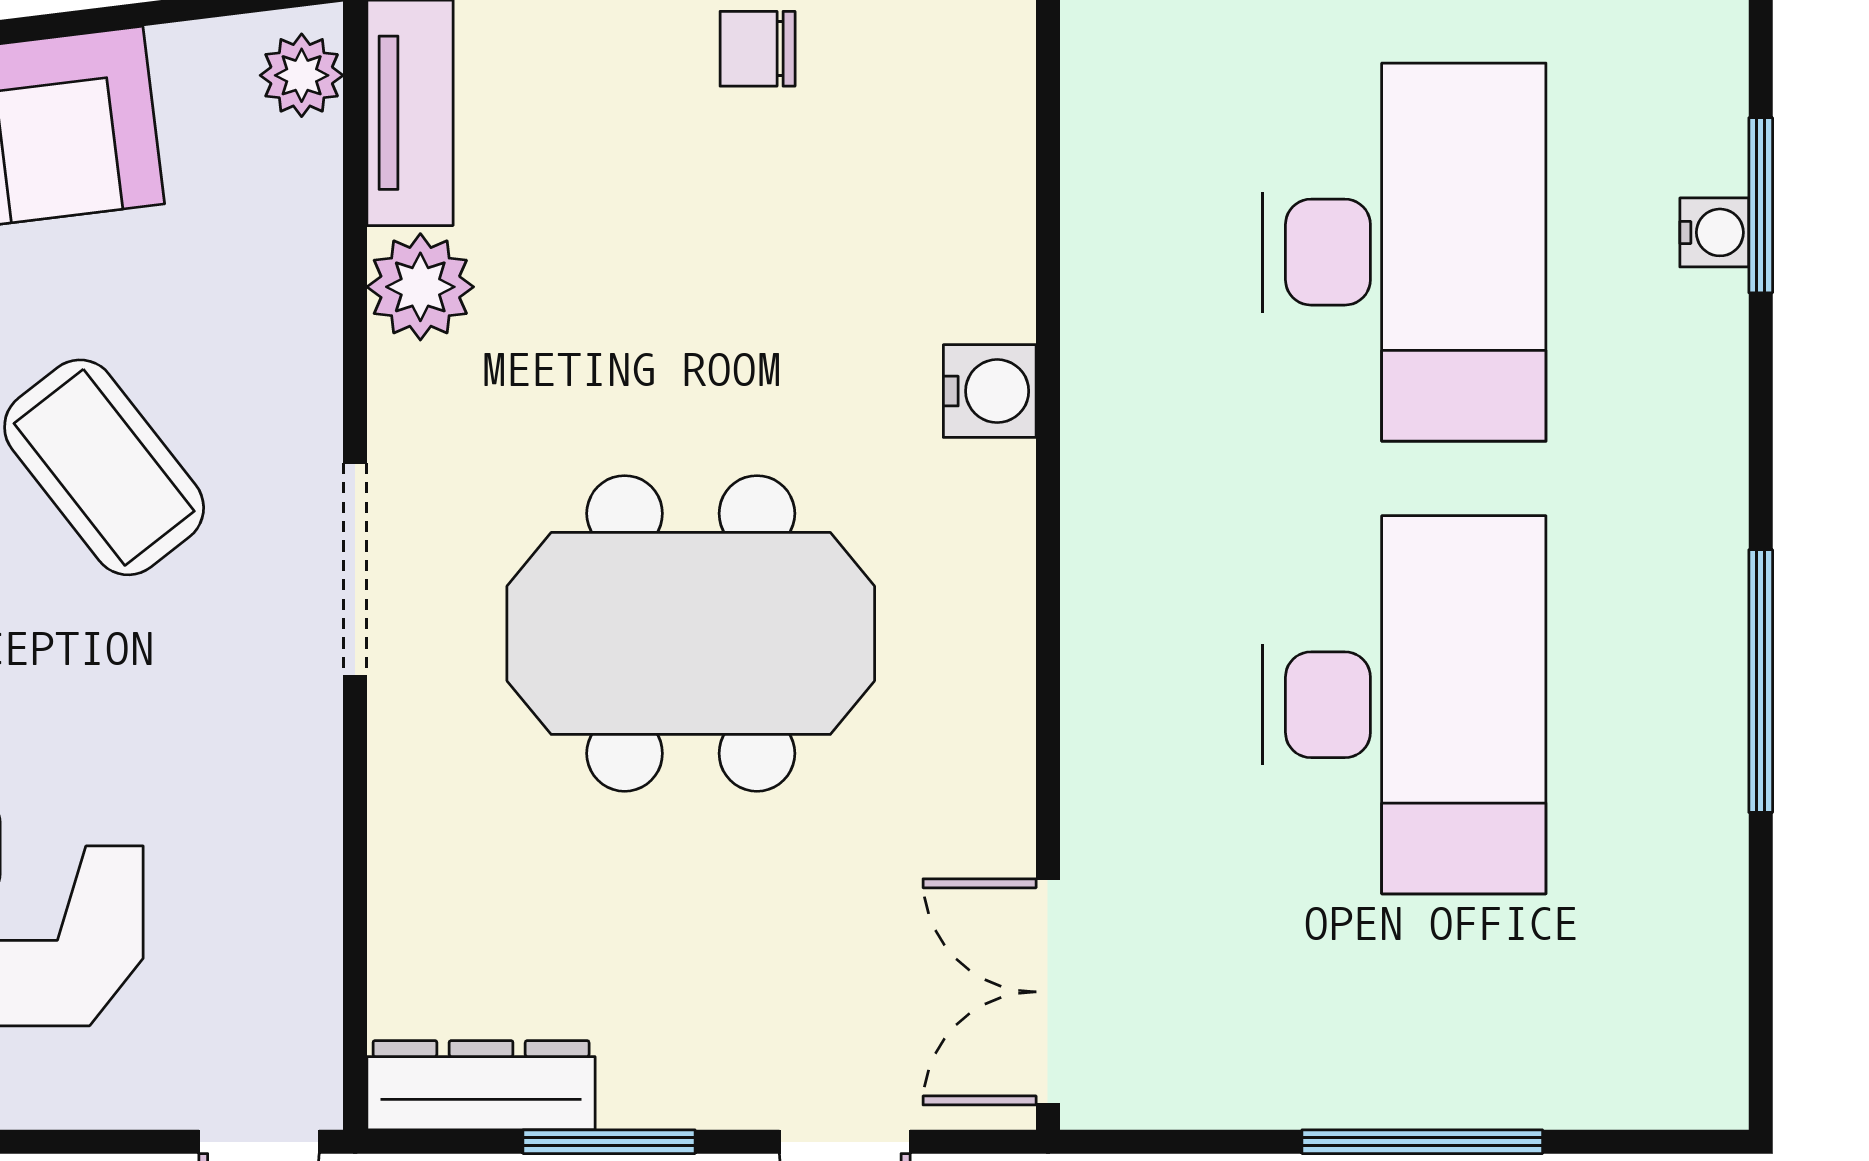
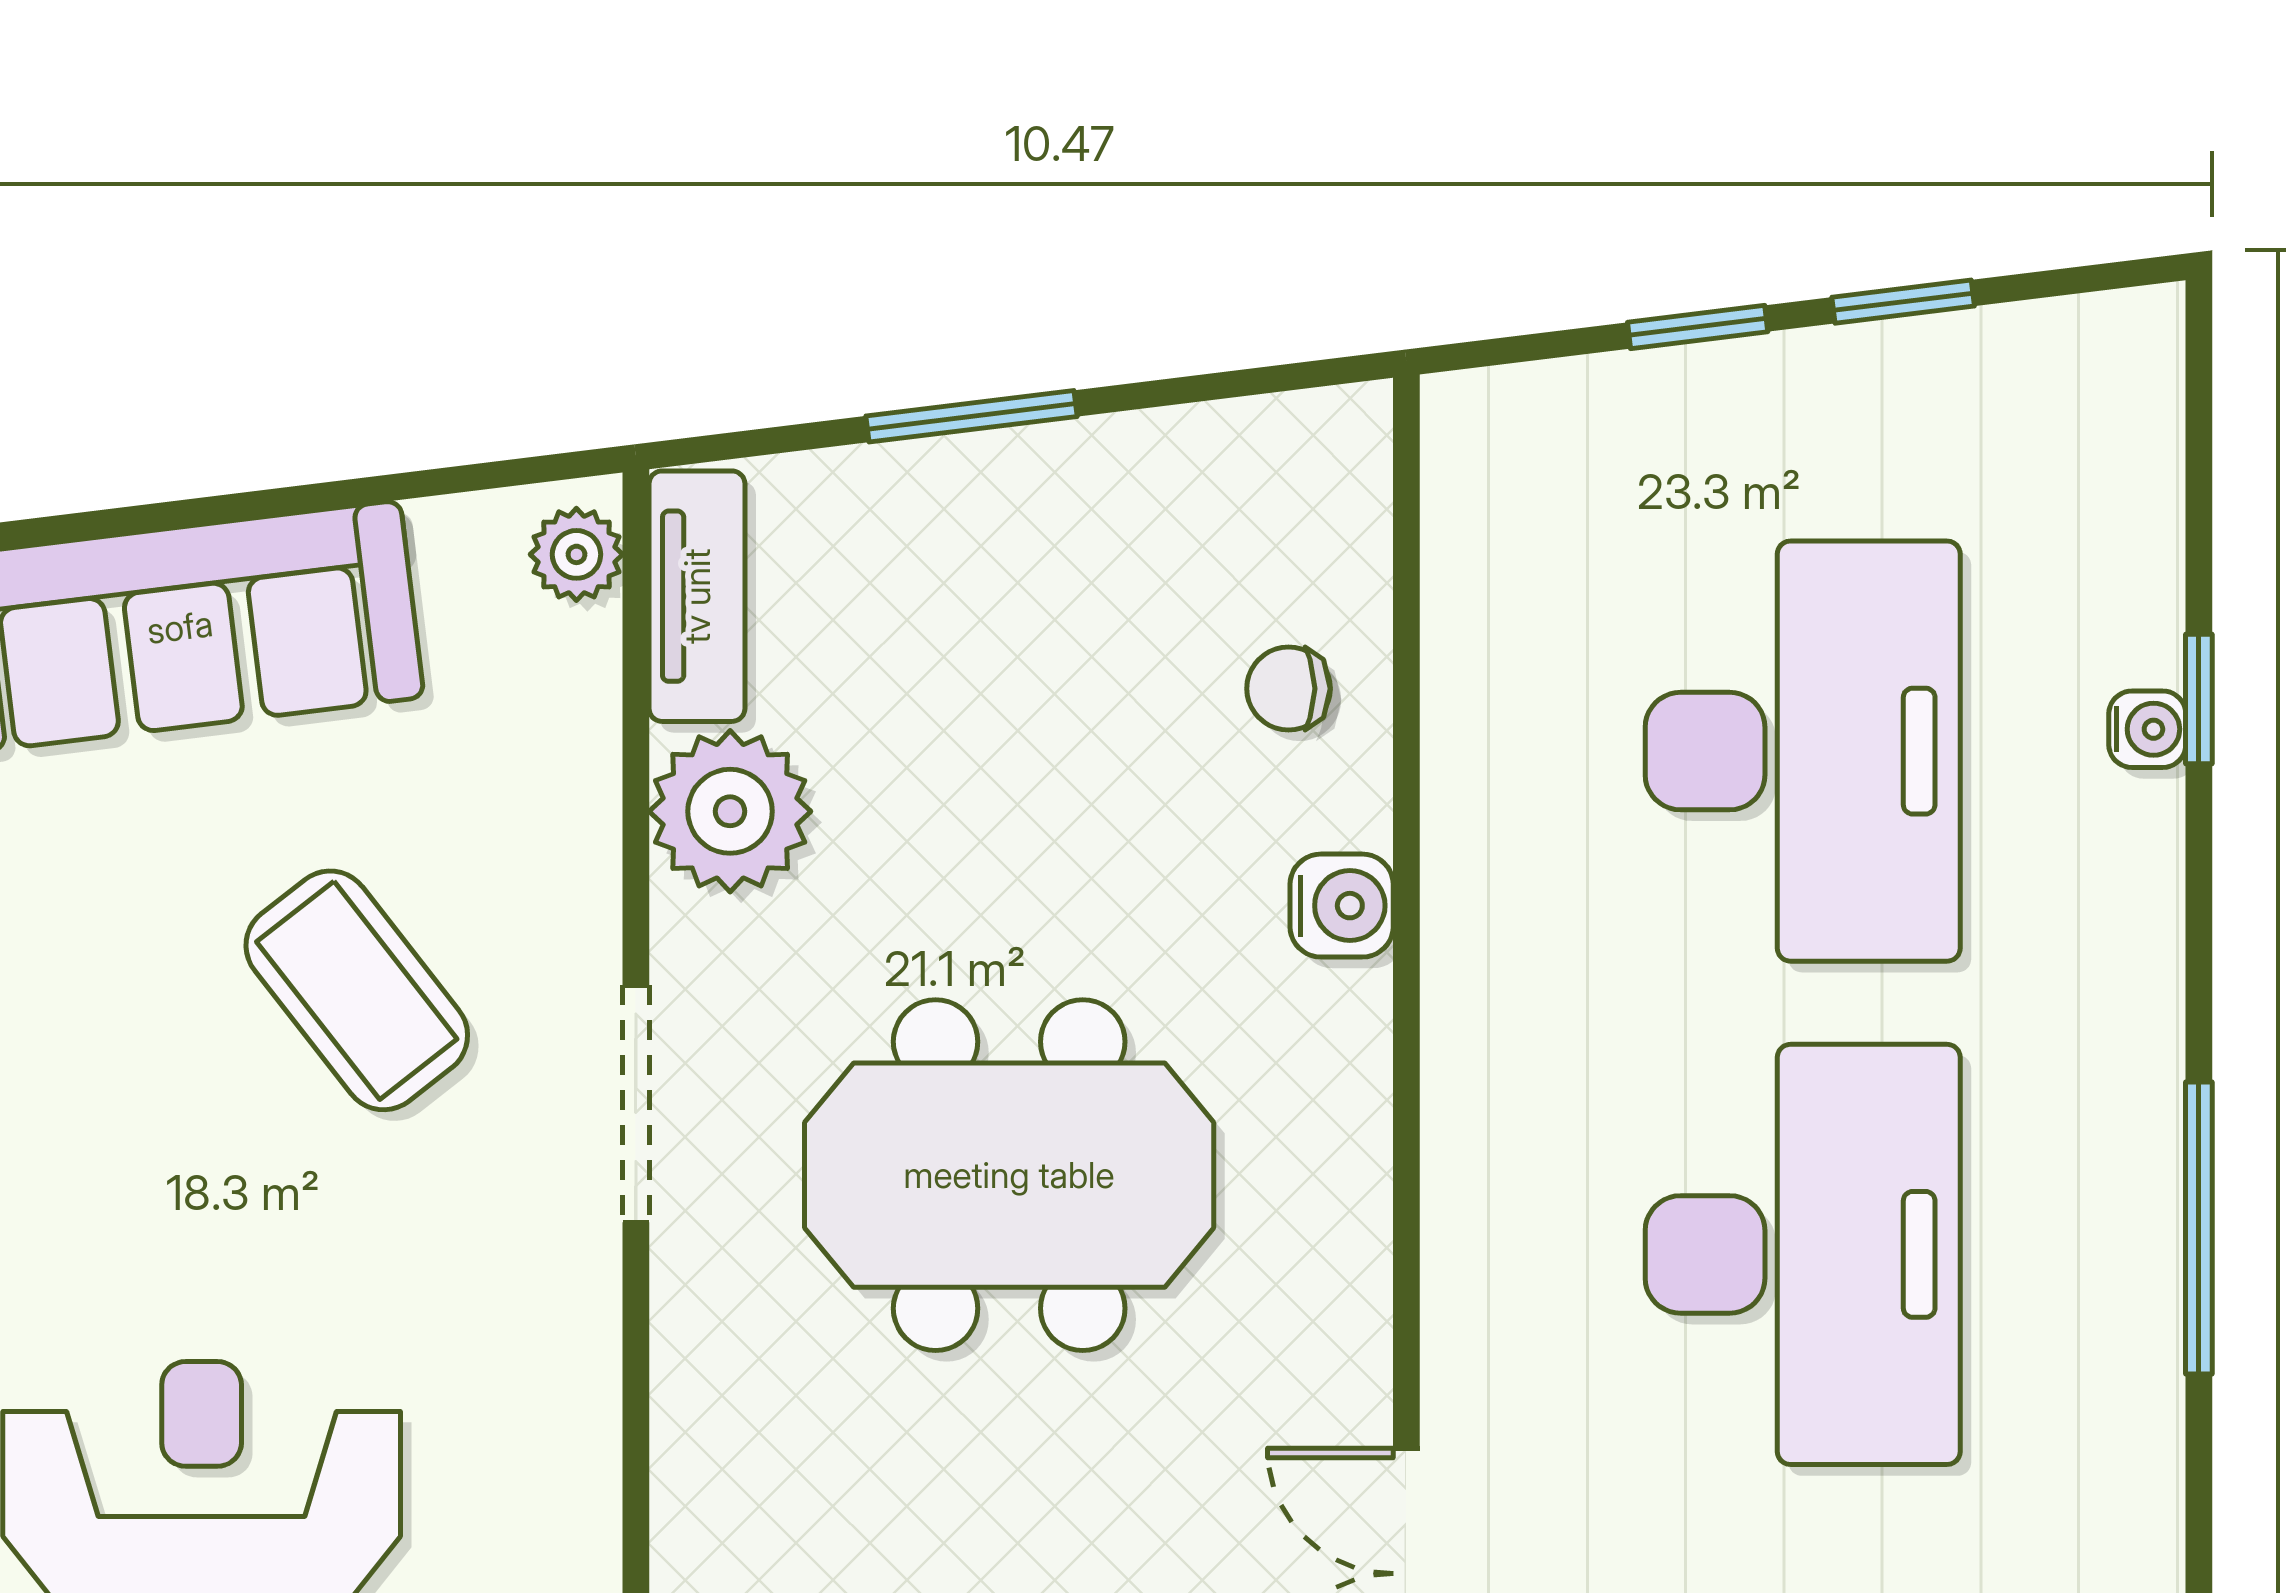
chair: (758, 49) -> (1289, 689), moved
window: (1761, 205) -> (2199, 699), width x0.67
plant: (420, 287) -> (730, 811), width x1.36, depth x1.36

